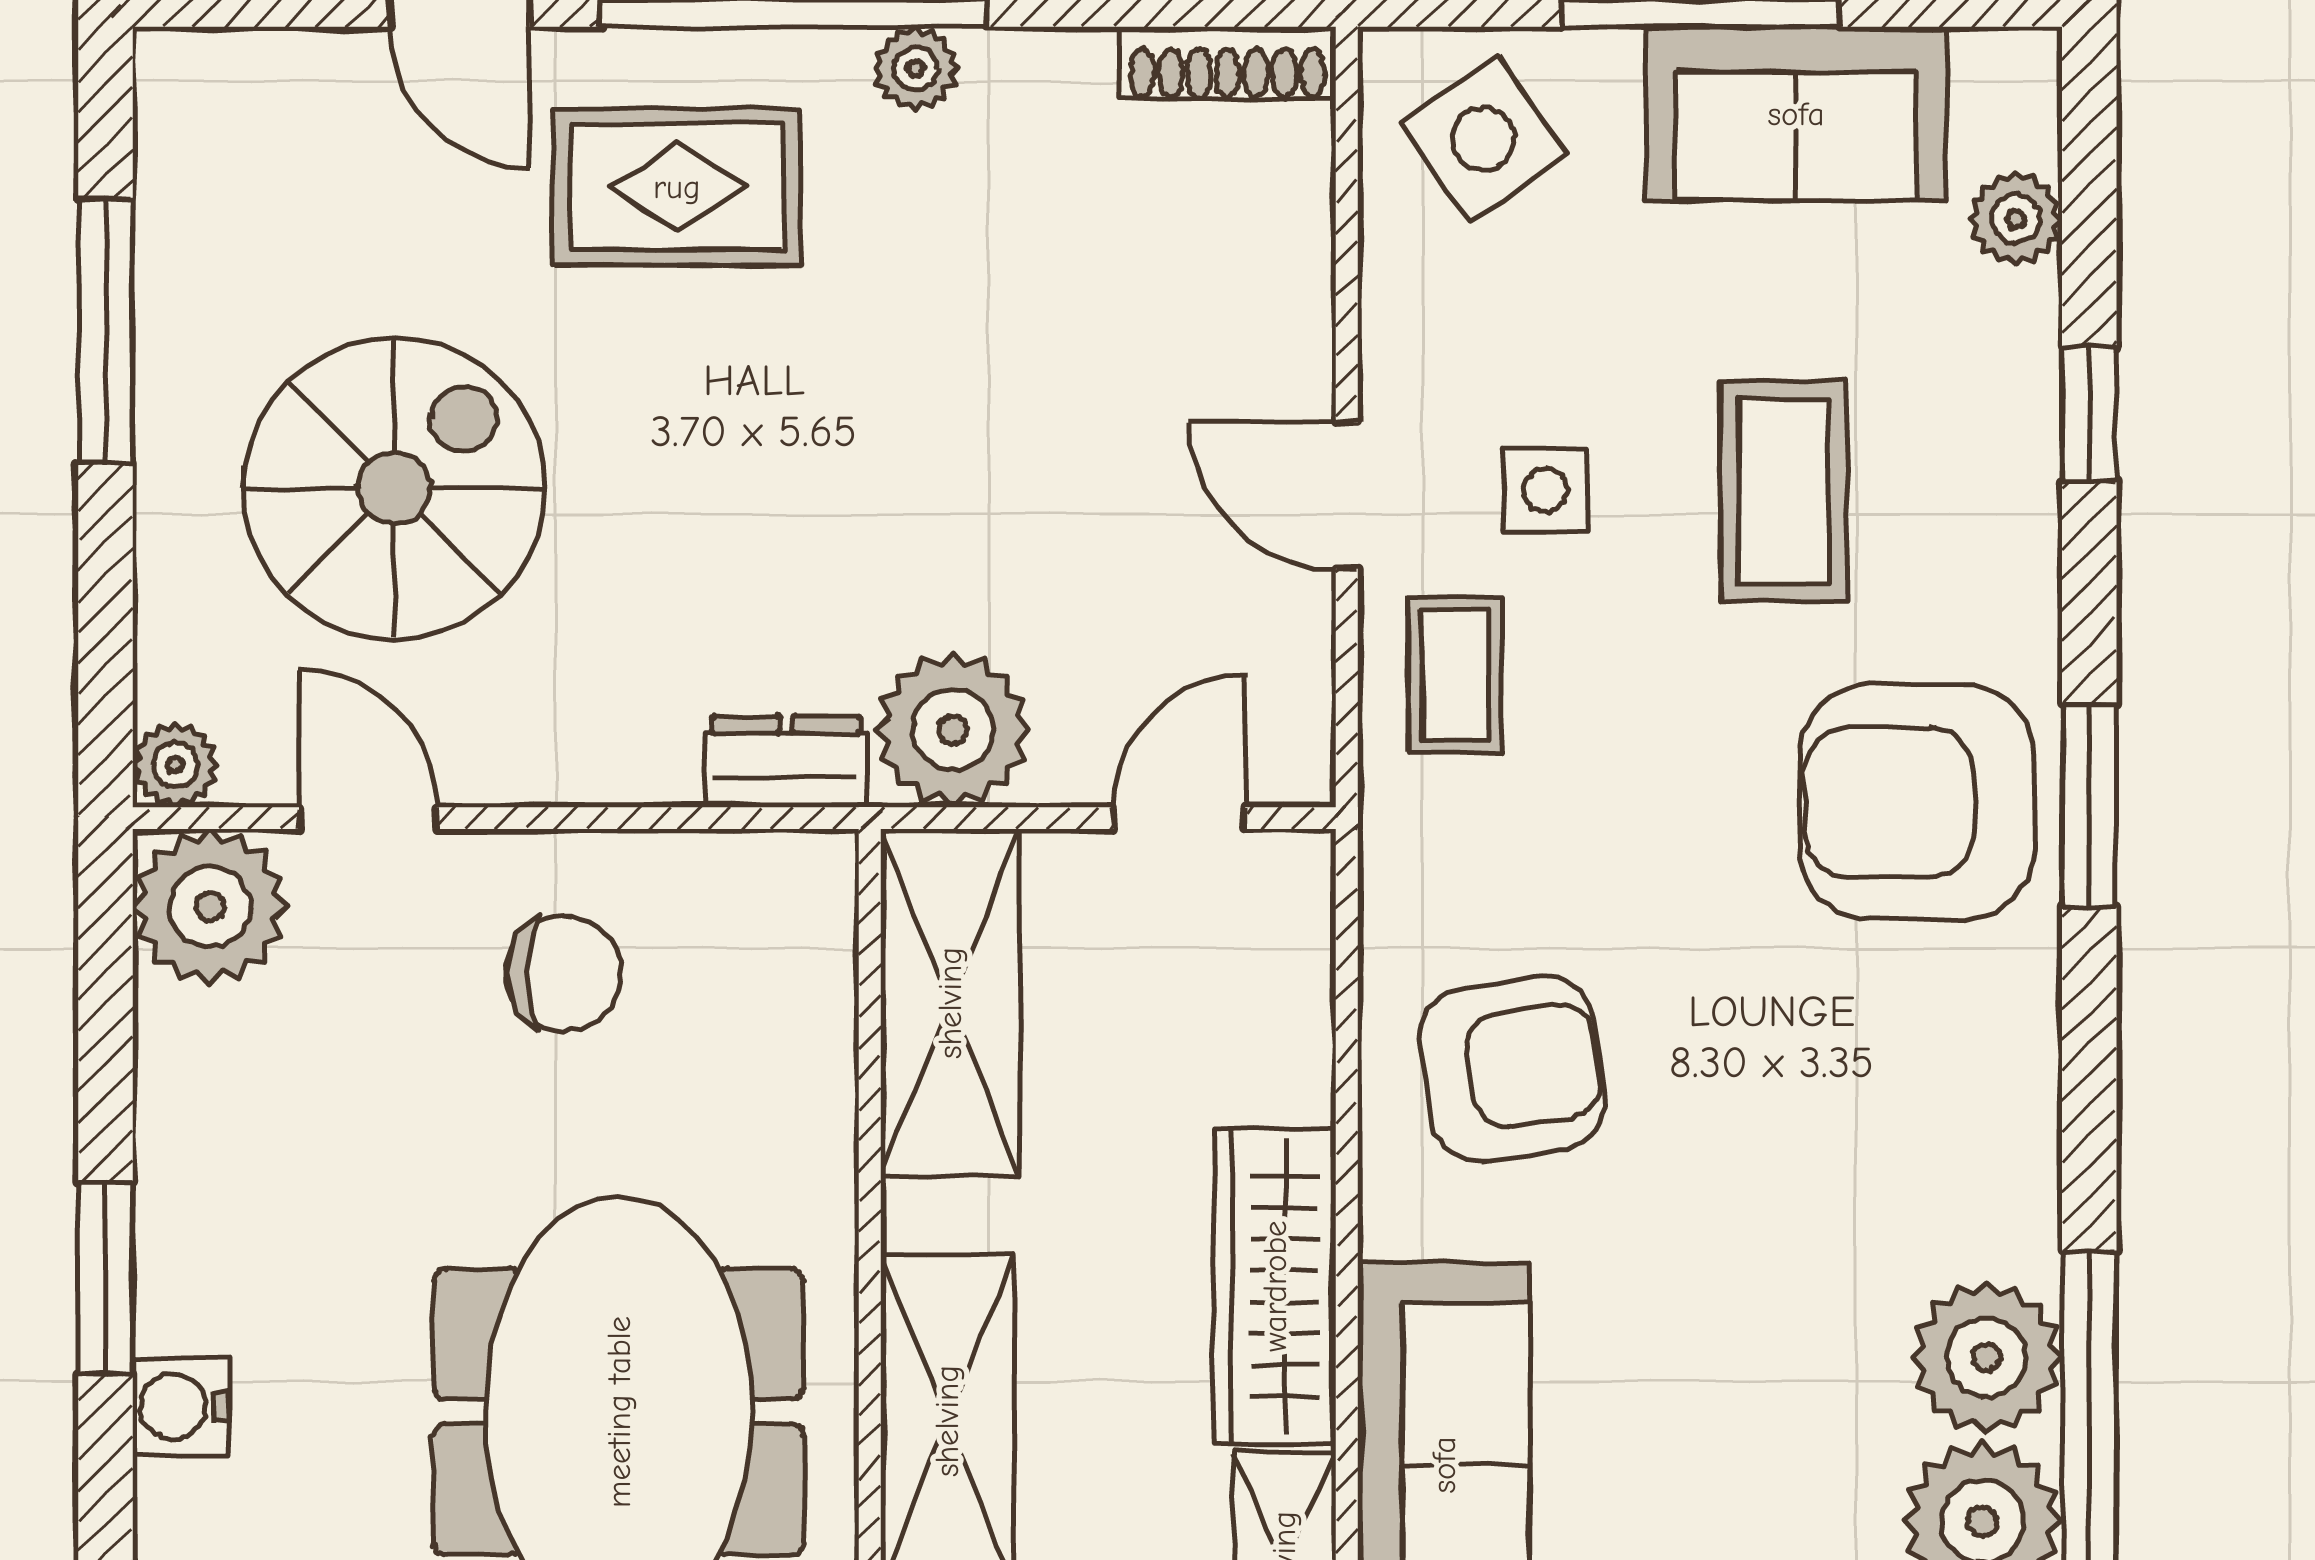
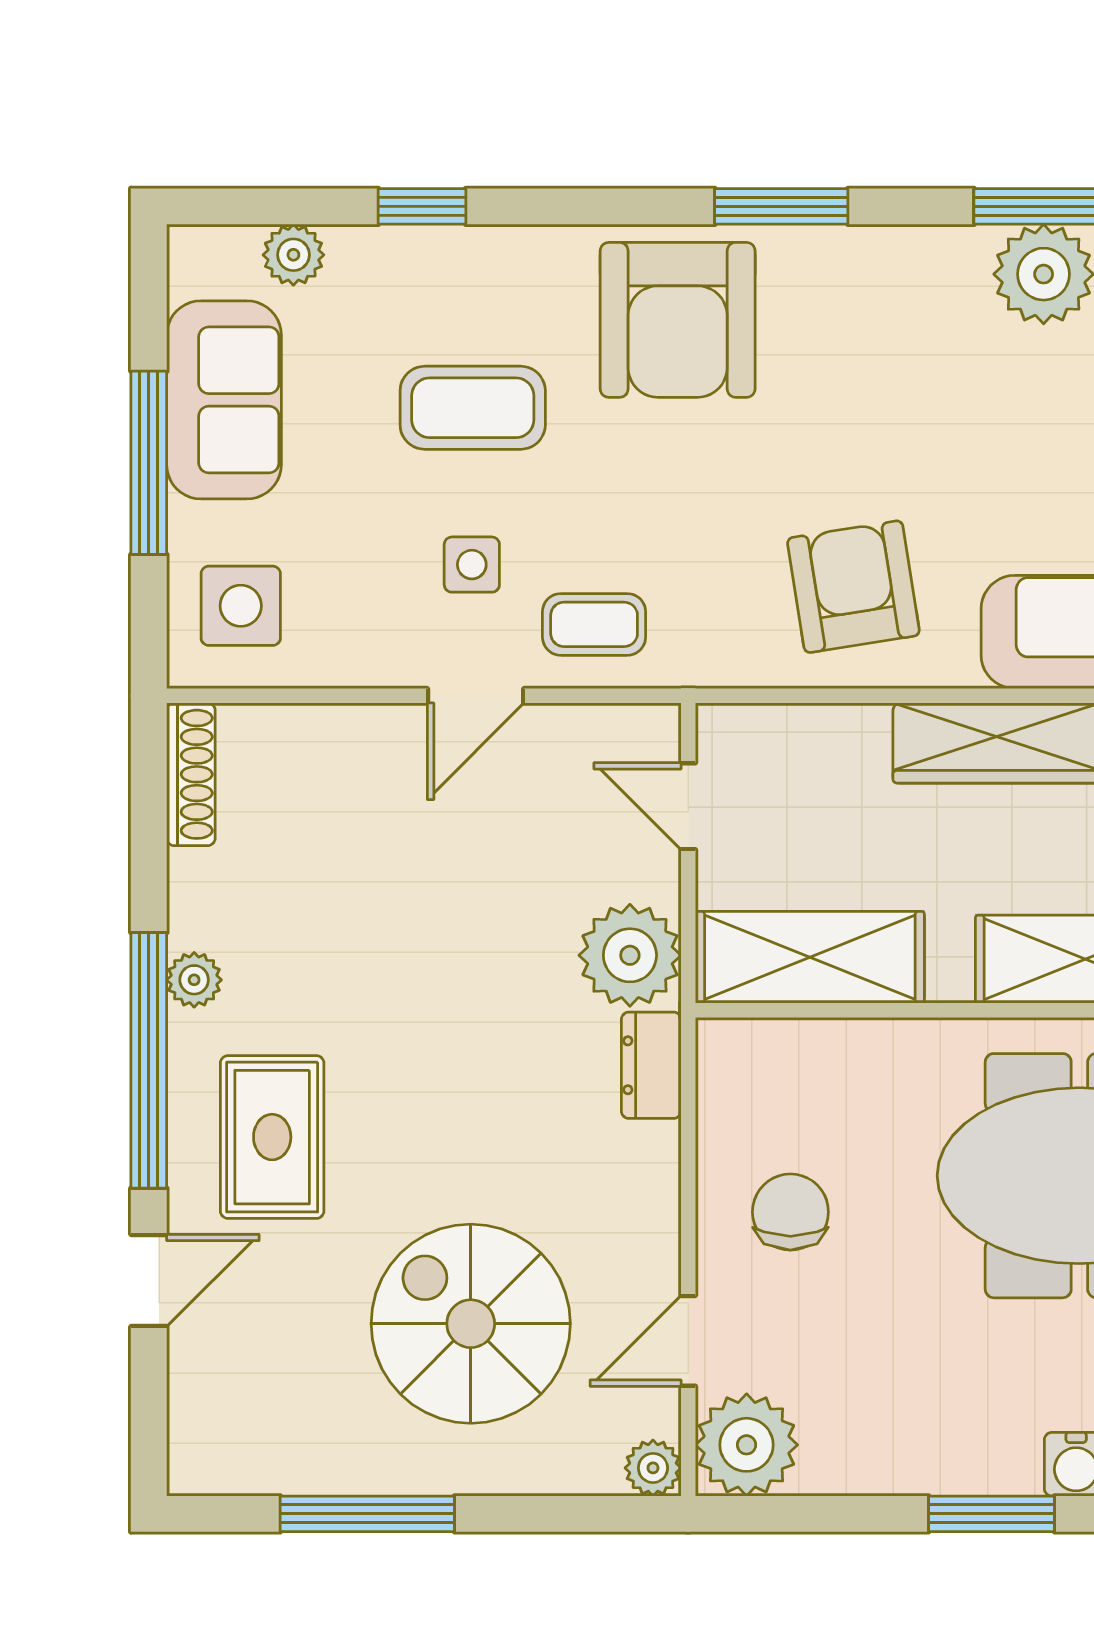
side table: (1483, 139) -> (241, 606), turned 35
window: (2089, 805) -> (781, 206), moved

